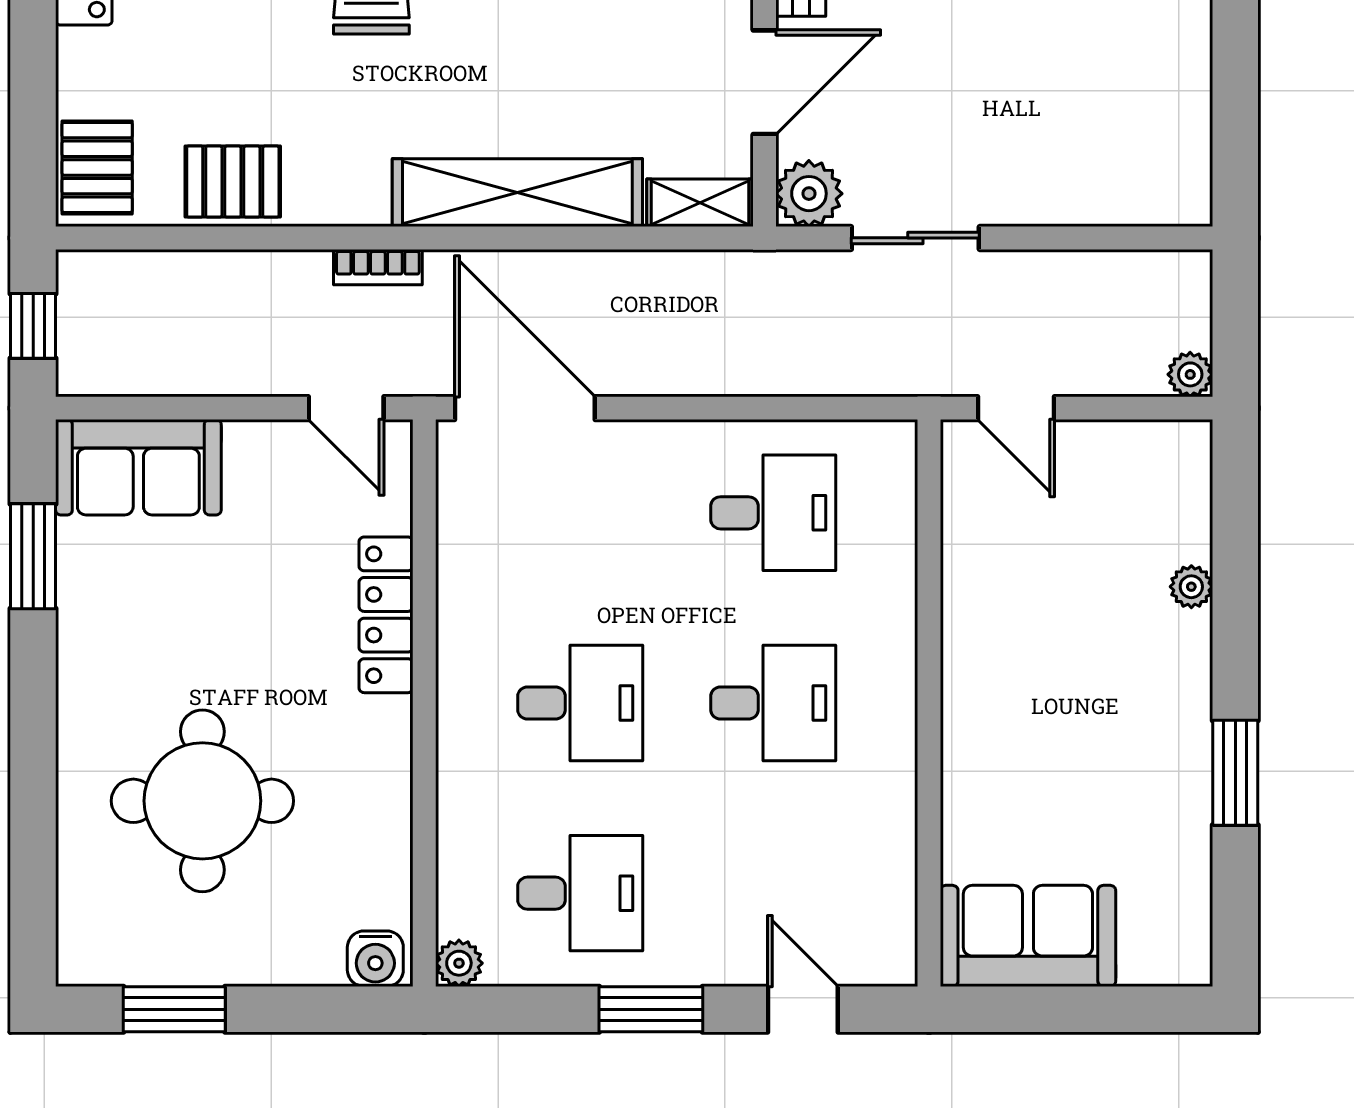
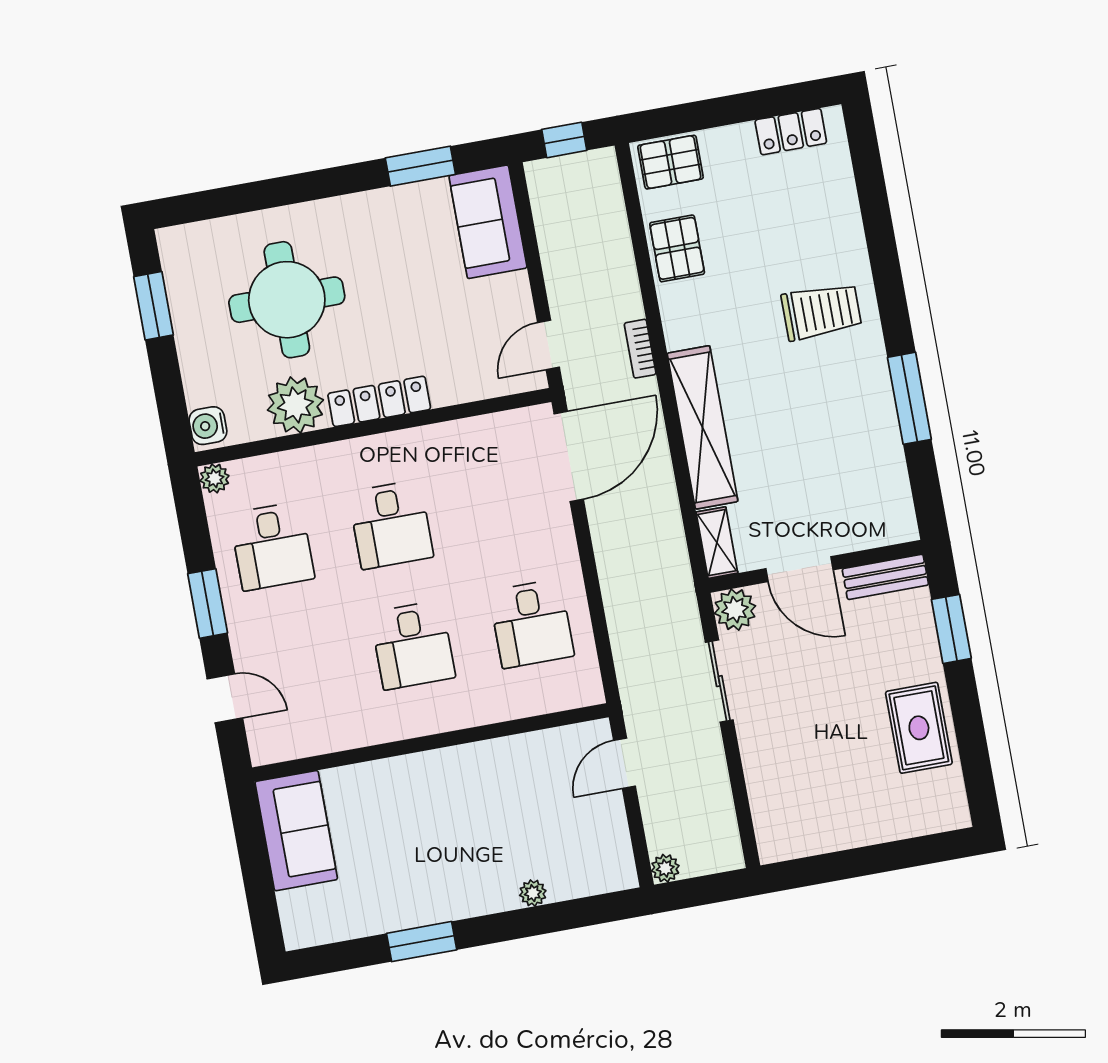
locker: (386, 615) -> (379, 401), moved
plant: (368, 817) -> (295, 405), added
door: (803, 1009) -> (225, 698), hinge flipped

